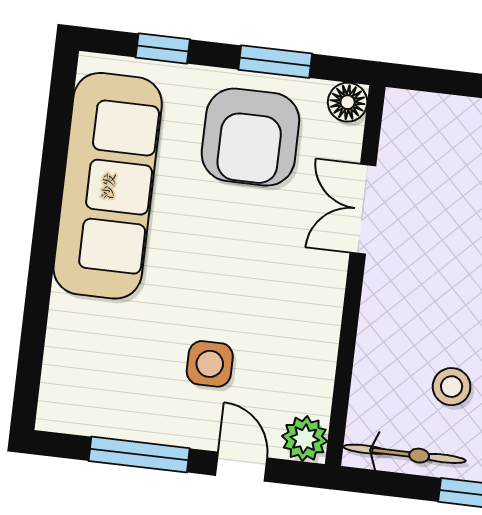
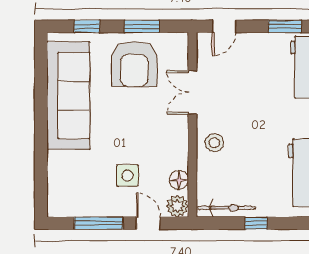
door: (444, 81) -> (224, 26), added
floor lamp: (348, 102) -> (179, 180), moved
stool: (452, 387) -> (214, 143), moved

